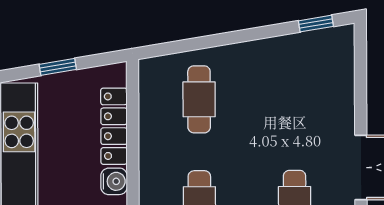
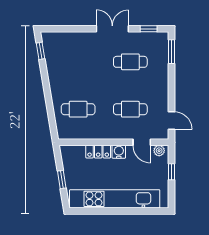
locker: (114, 126) -> (98, 152), width x0.66

